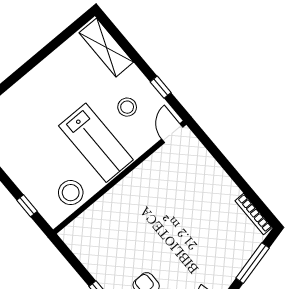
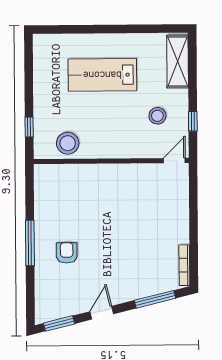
lab bench: (96, 143) -> (102, 75), moved, turned 90

